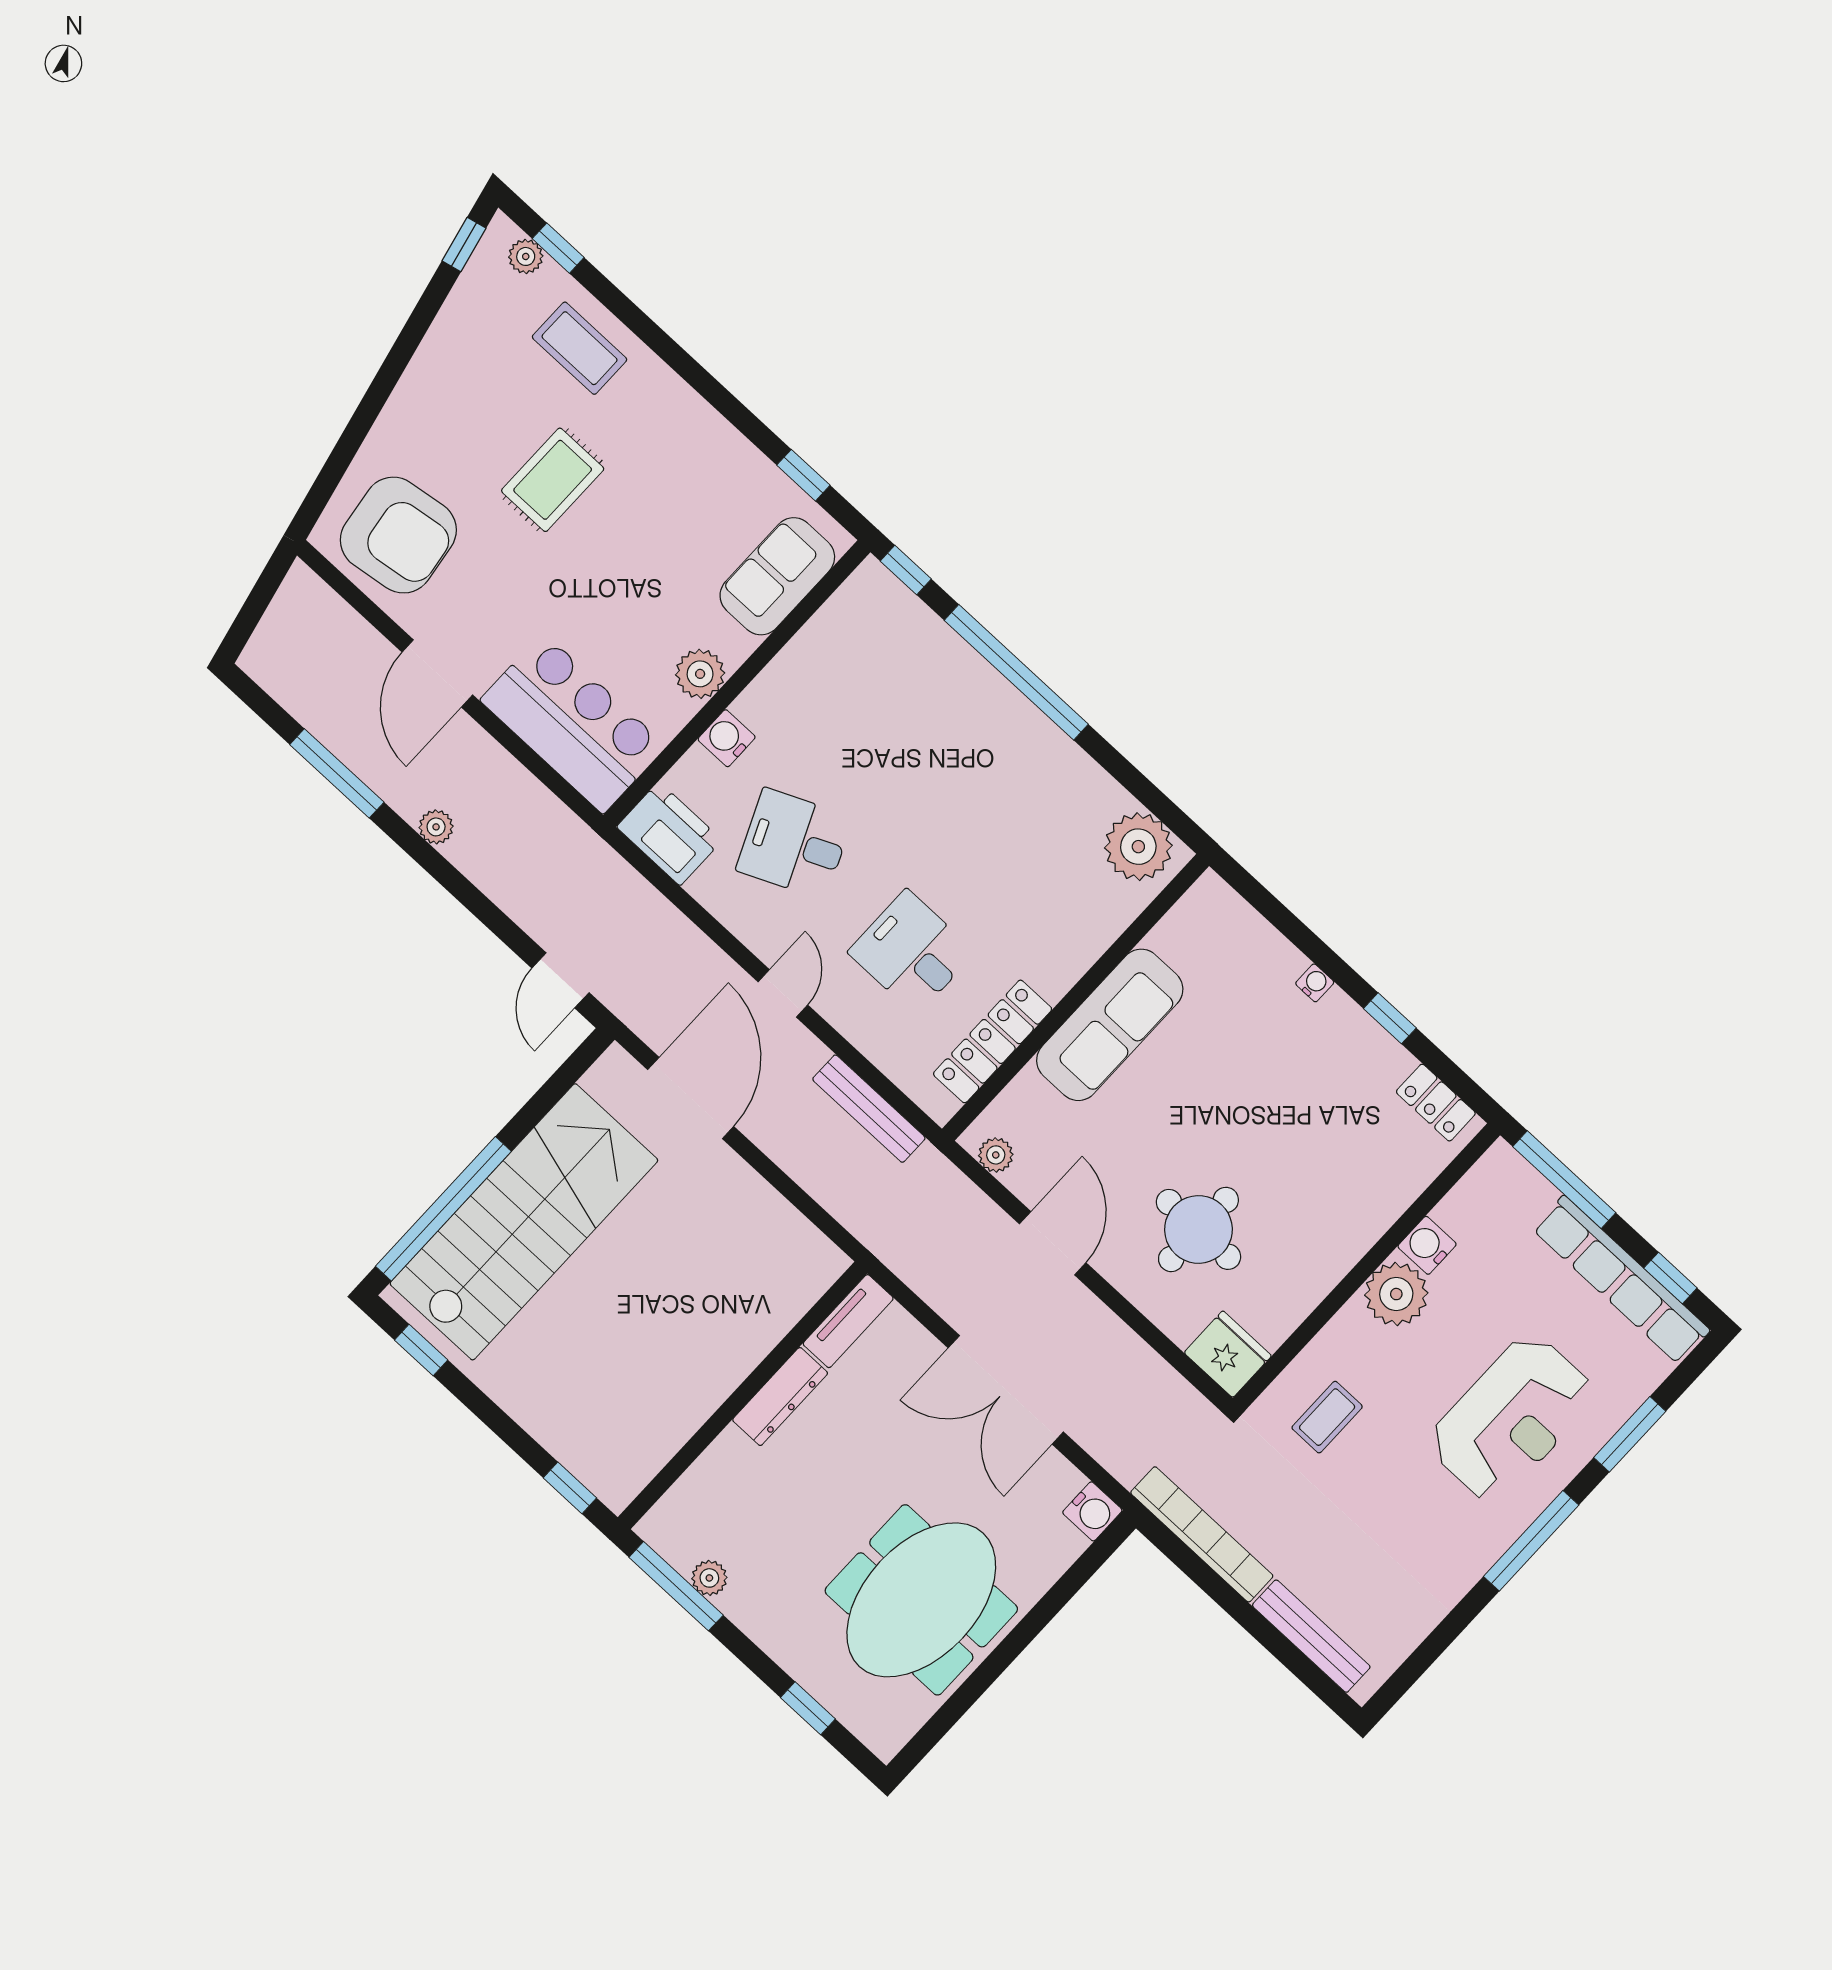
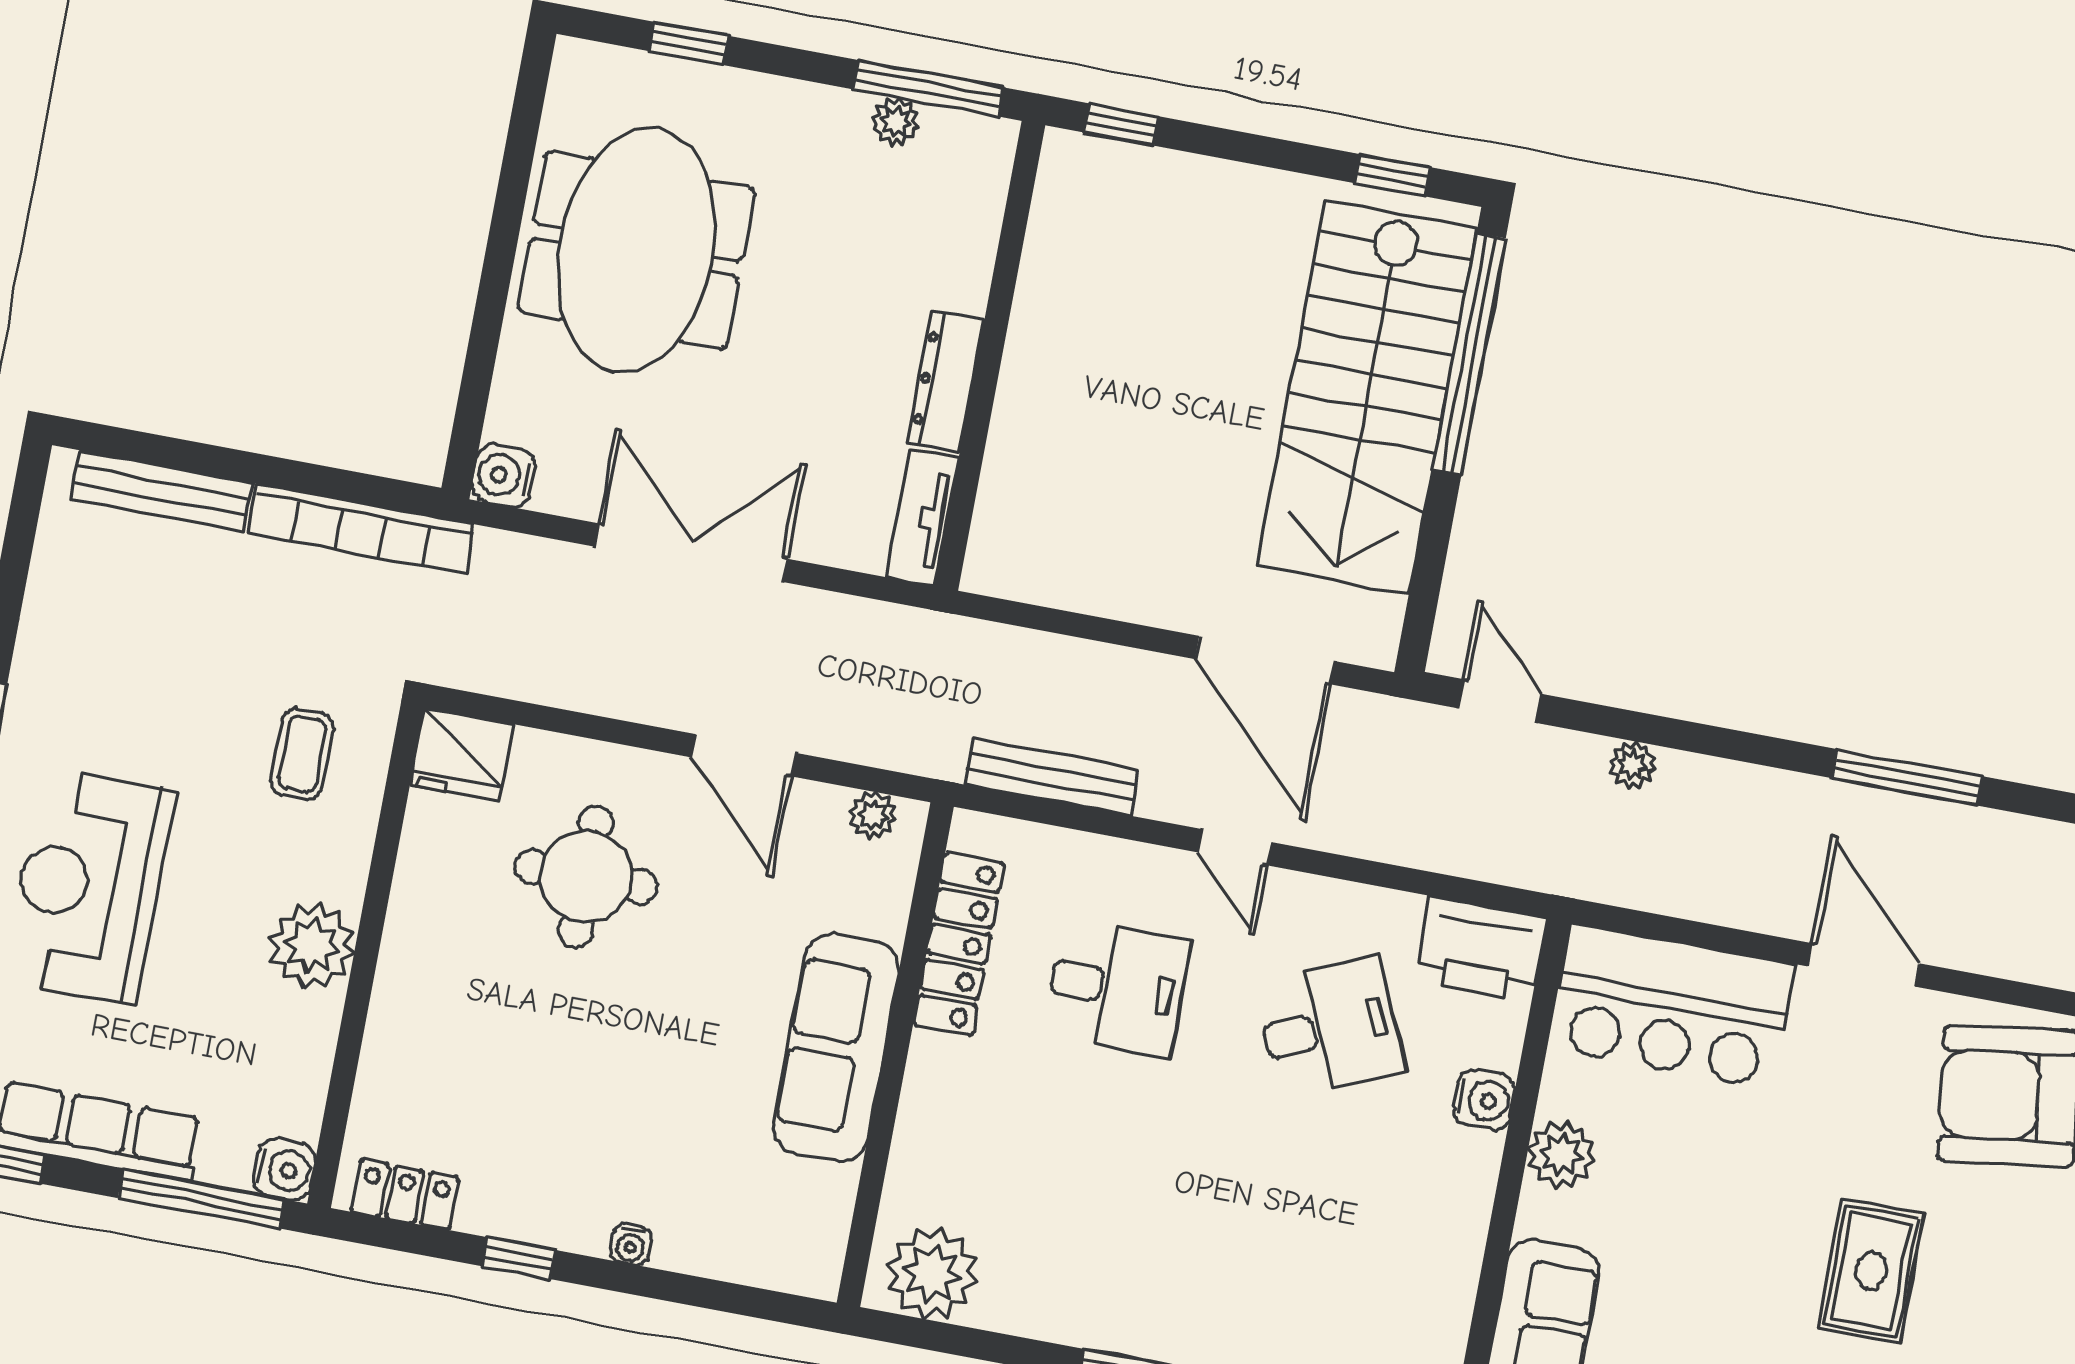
plant: (436, 827) -> (1632, 765), moved
water cooler: (1427, 1245) -> (284, 1170), moved

